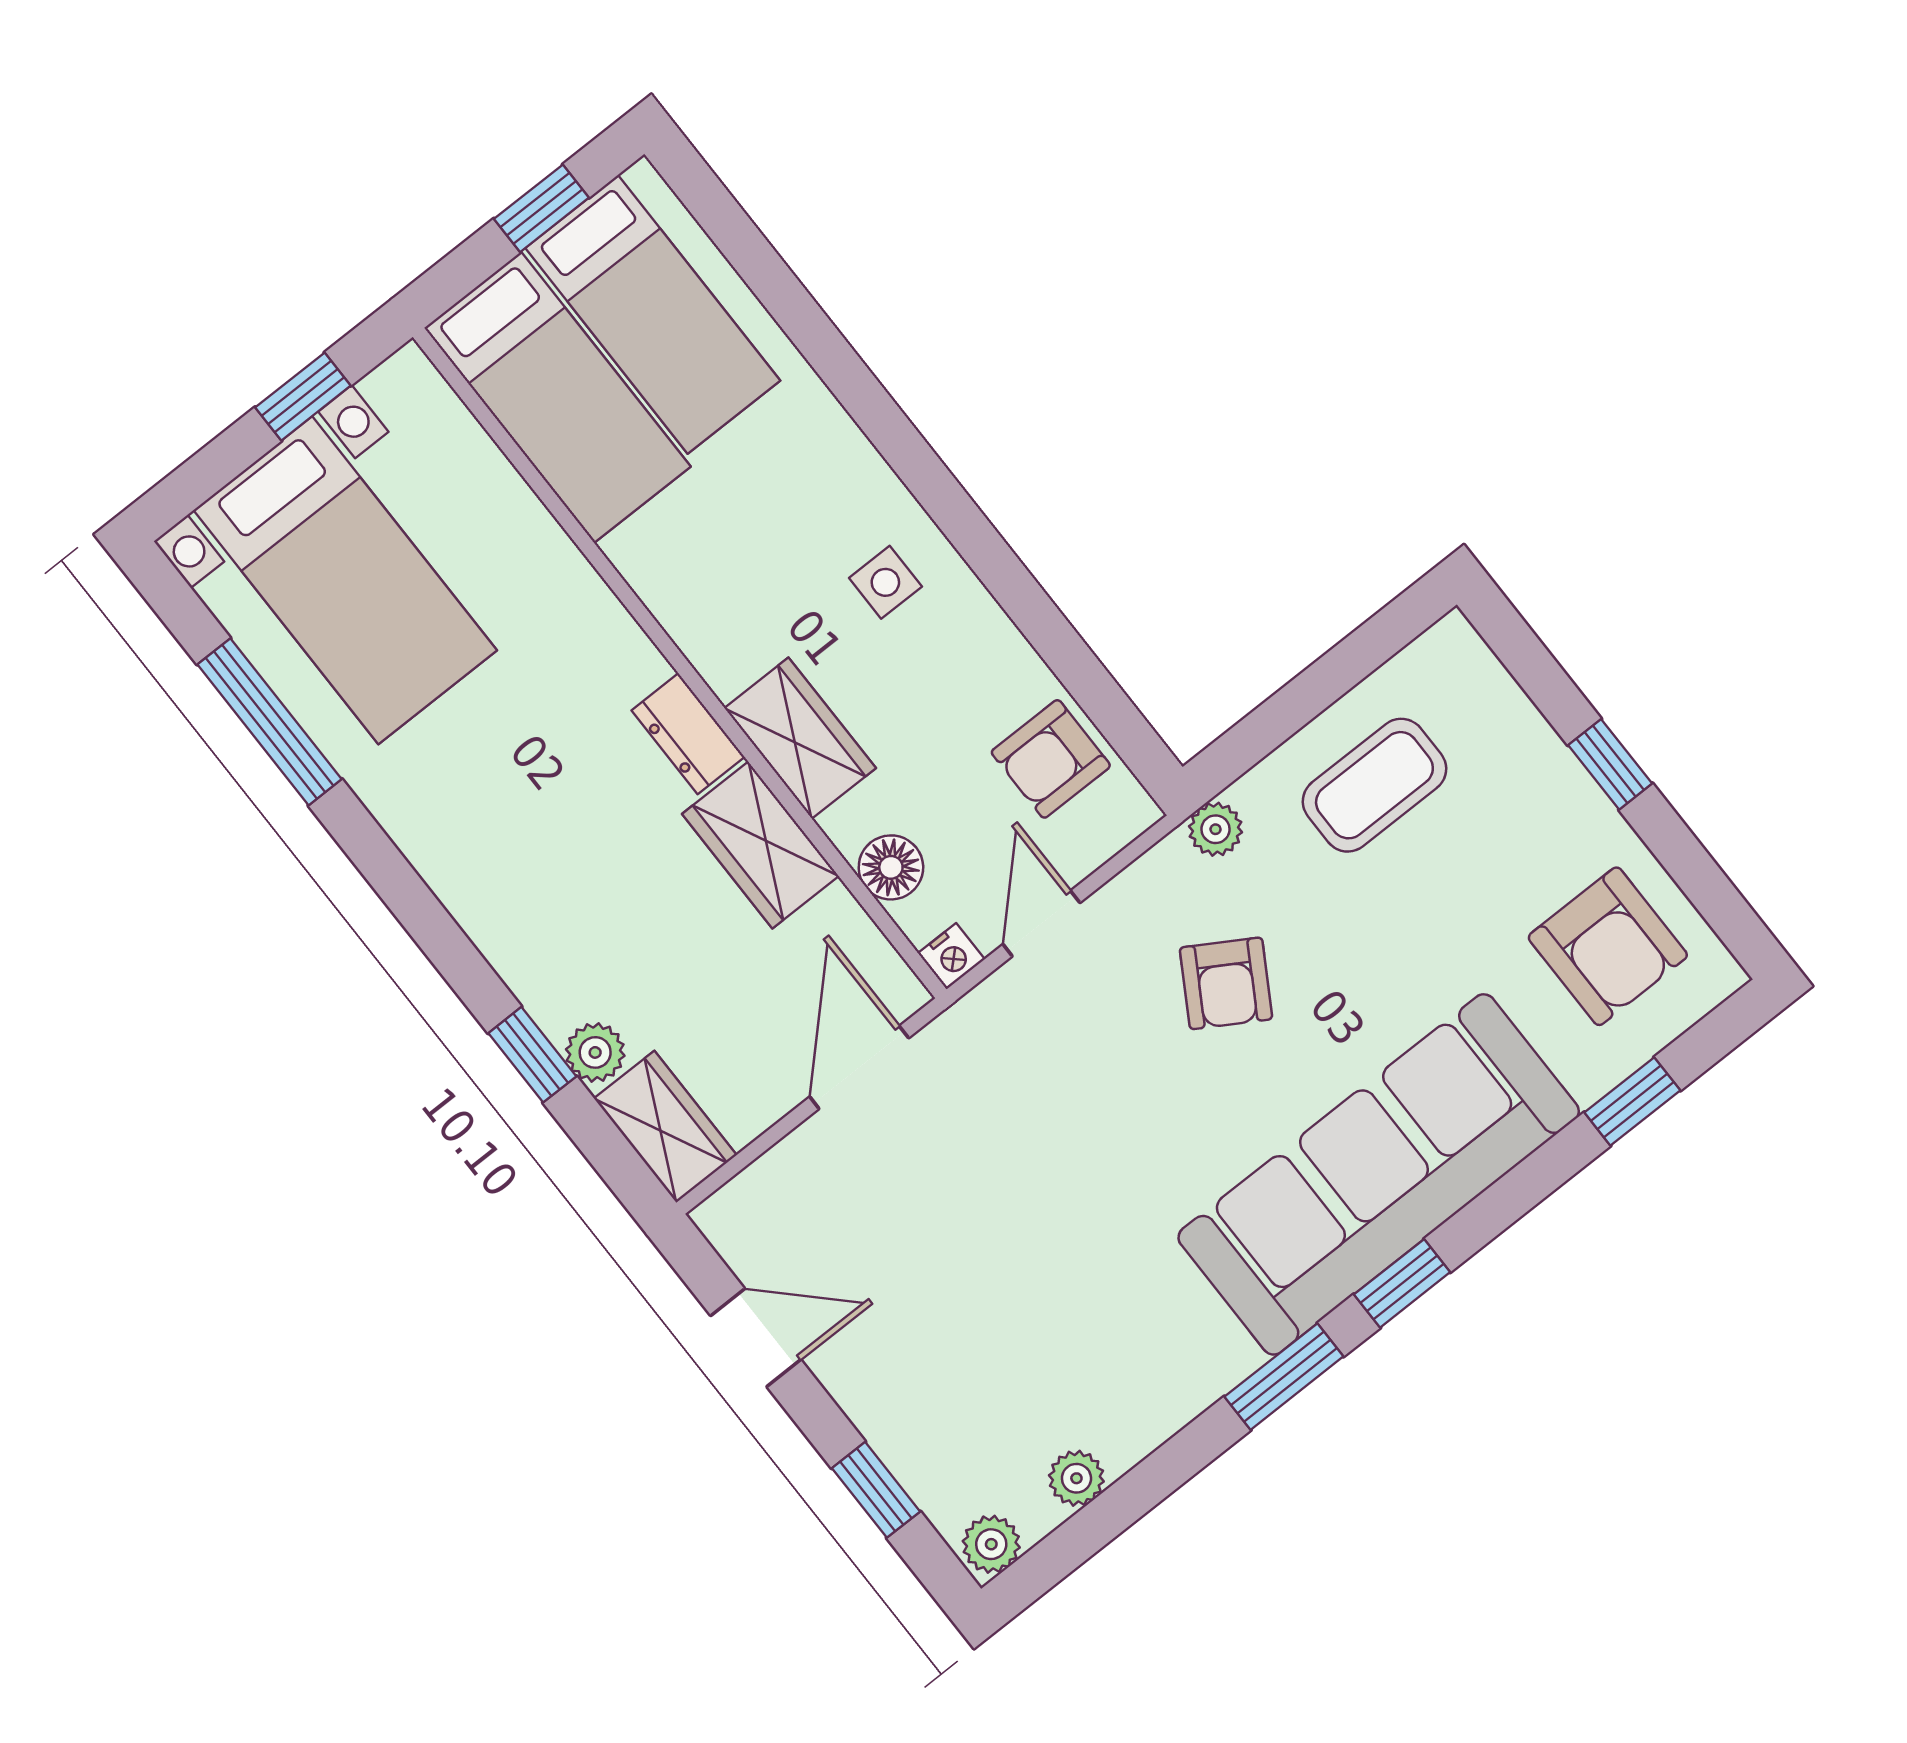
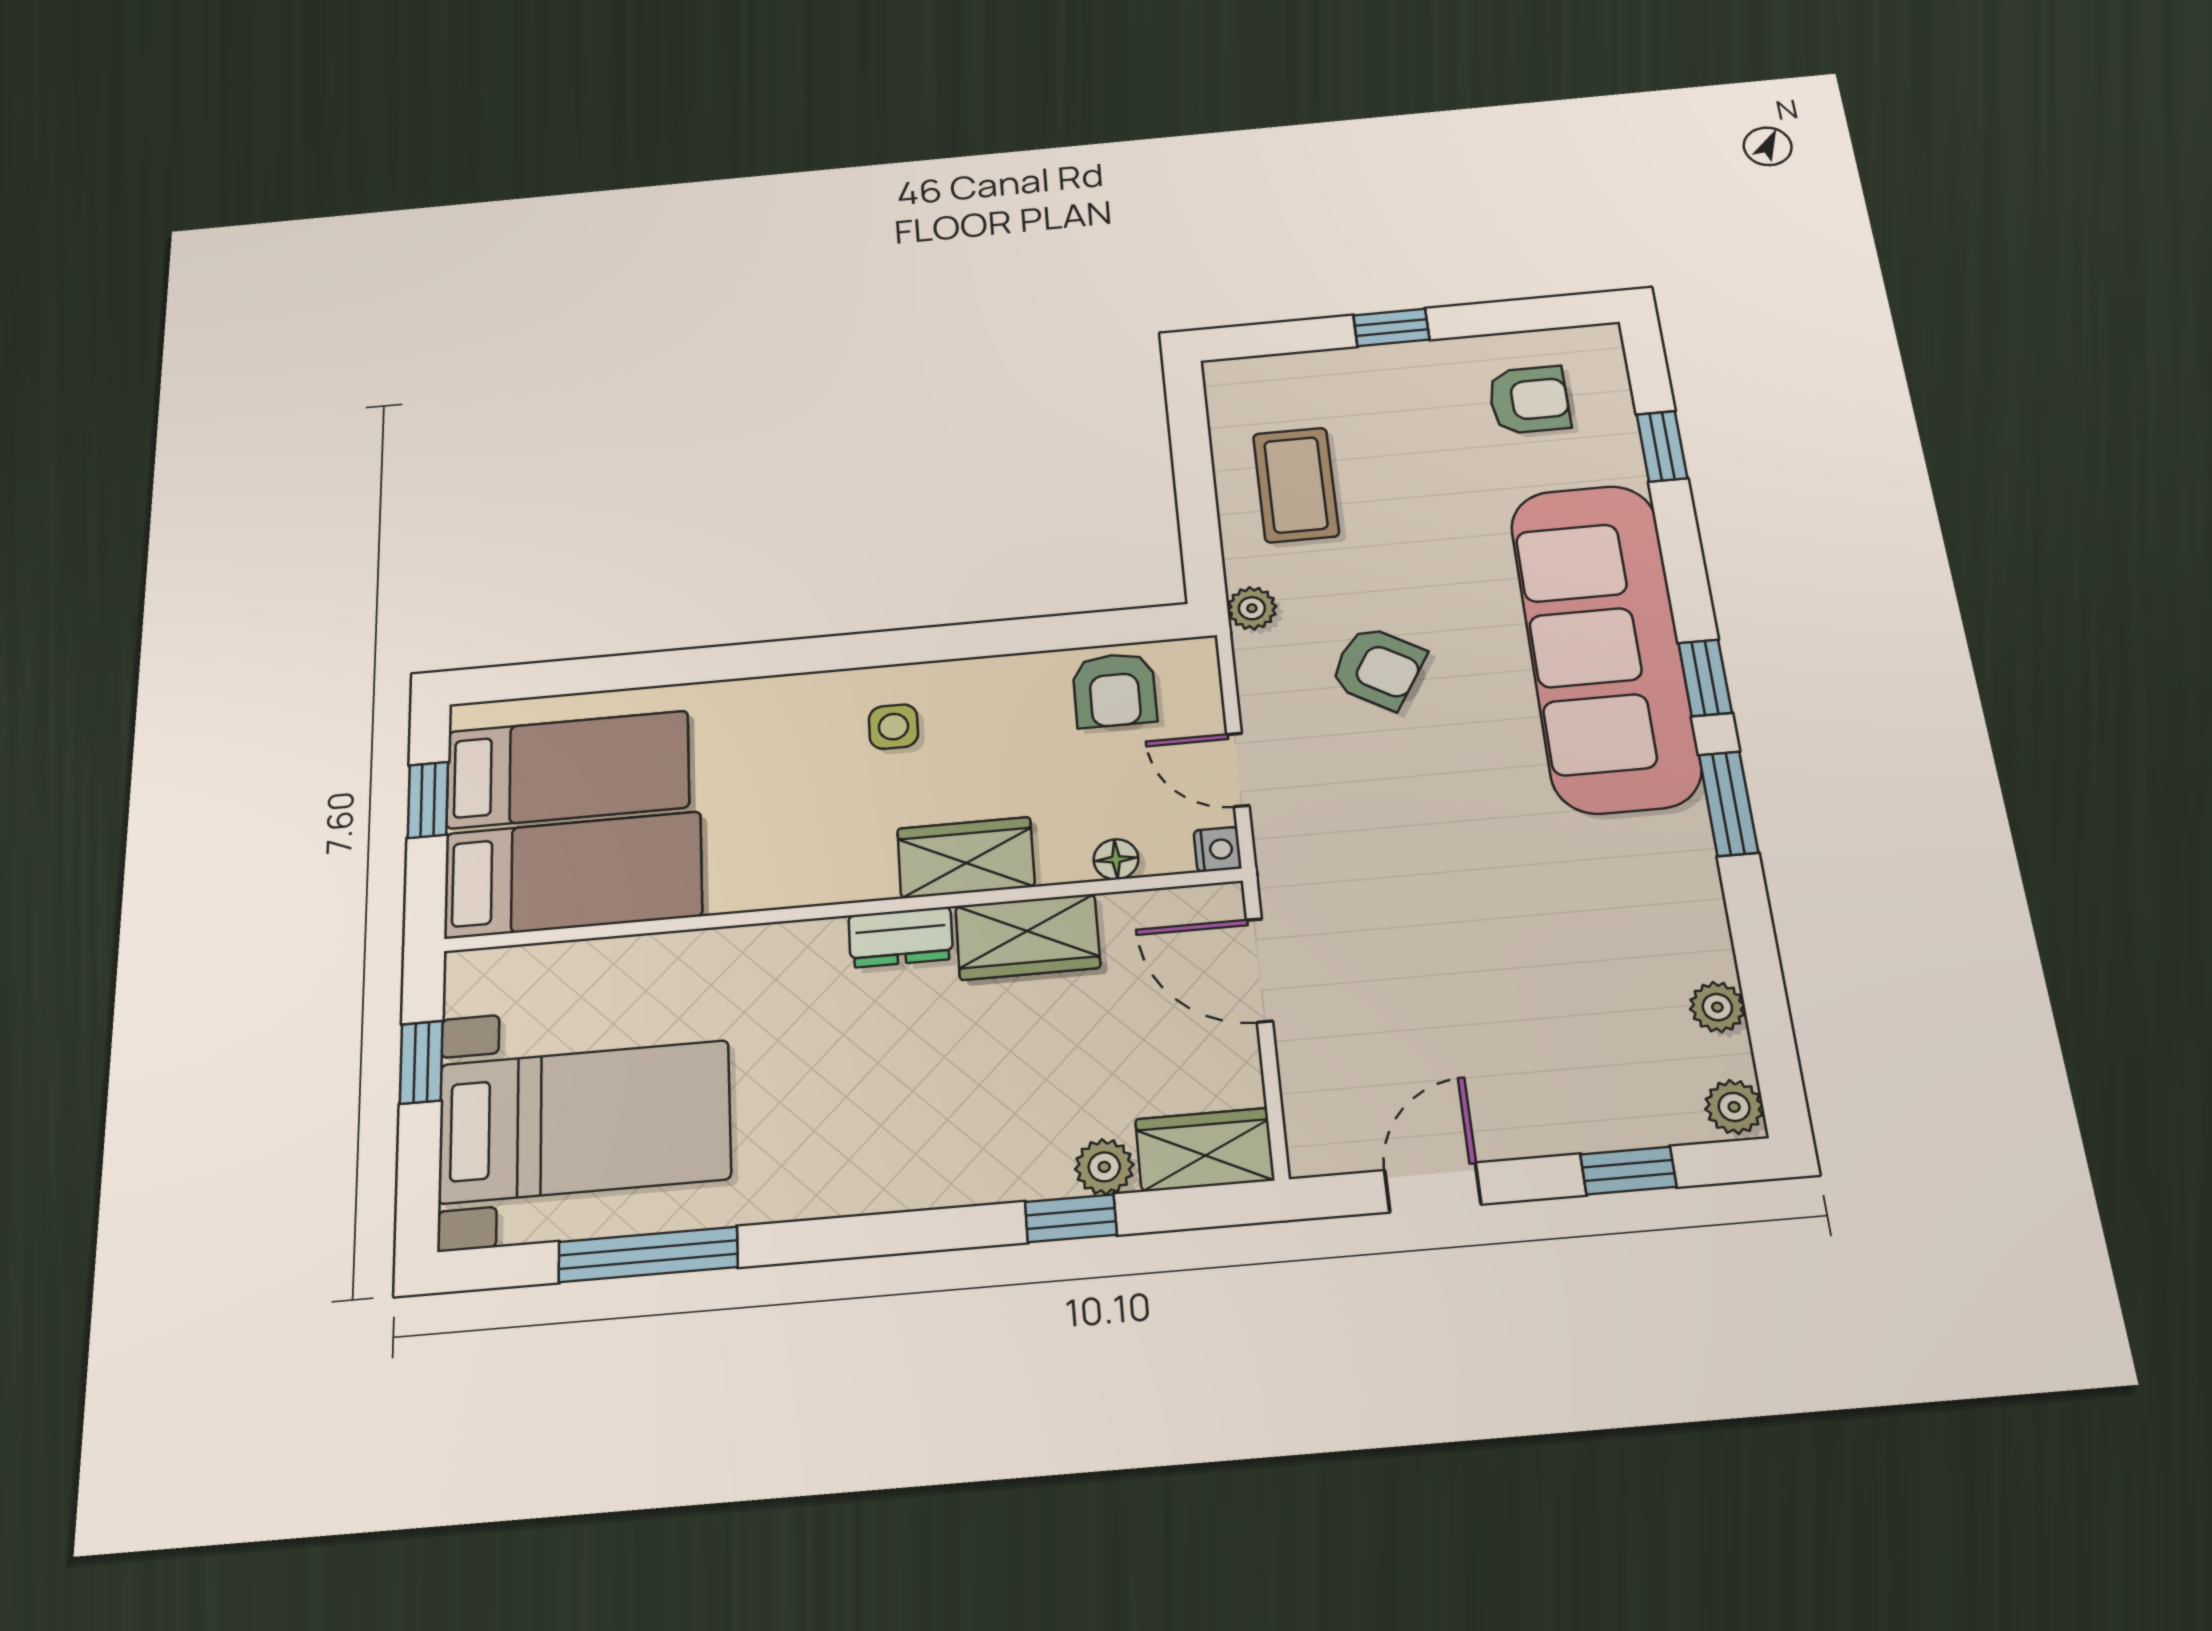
floor lamp: (891, 867) -> (1116, 859), width x0.73, depth x0.73
armchair: (1608, 946) -> (1529, 400), width x0.72, depth x0.72

